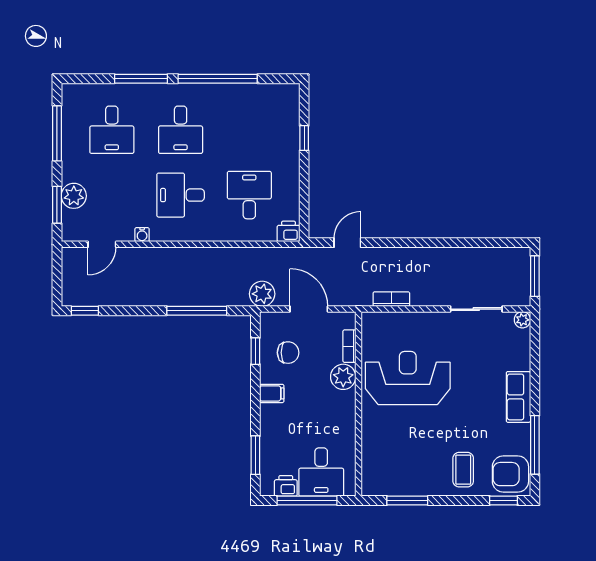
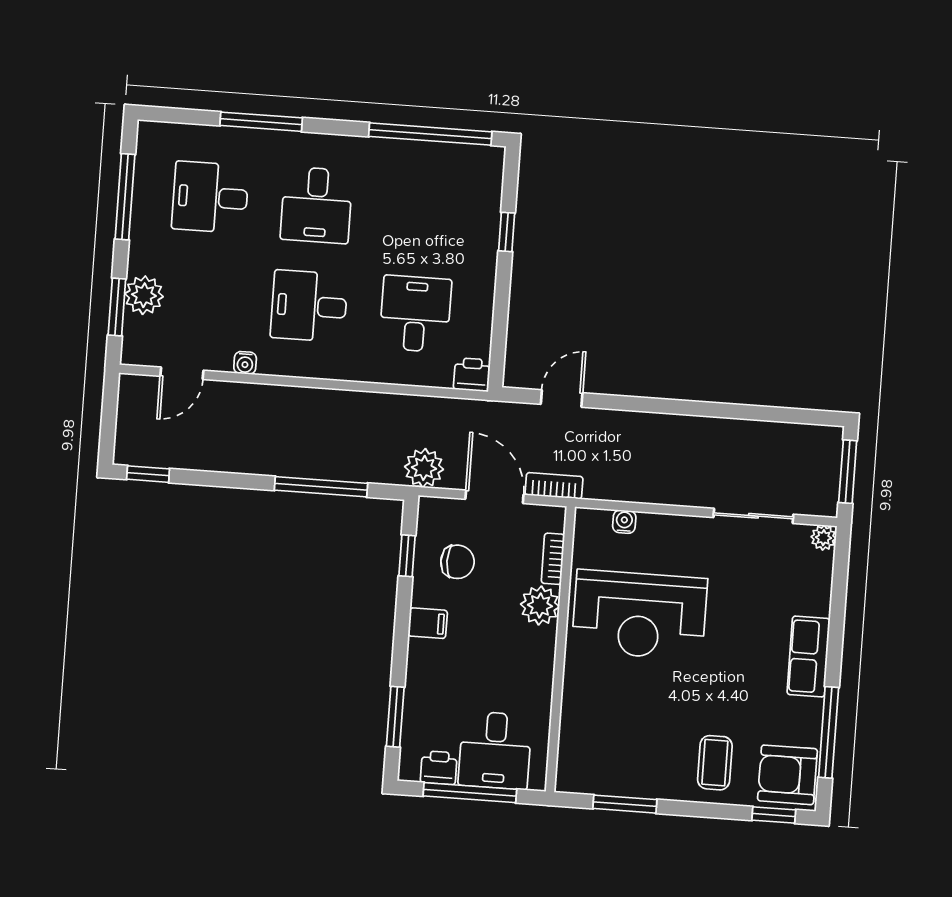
window: (218, 79) -> (430, 134), moved
desk: (112, 130) -> (210, 197), turned 90
bookcase: (391, 299) -> (554, 486), moved
water cooler: (393, 319) -> (624, 522), added
reception desk: (408, 378) -> (640, 615), turned 180

